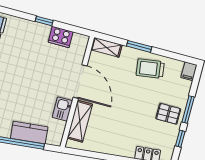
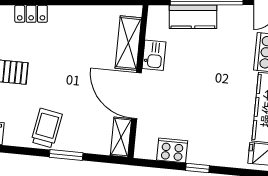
shelving: (106, 47) -> (121, 137), moved, turned 90
trolley: (150, 69) -> (47, 128), turned -72

